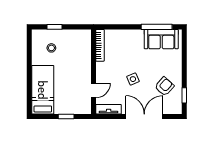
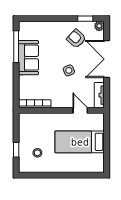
sofa: (161, 39) -> (28, 58), moved
bed: (43, 90) -> (80, 142), moved
plant: (177, 109) -> (99, 26), added
window: (66, 116) -> (107, 138), removed

